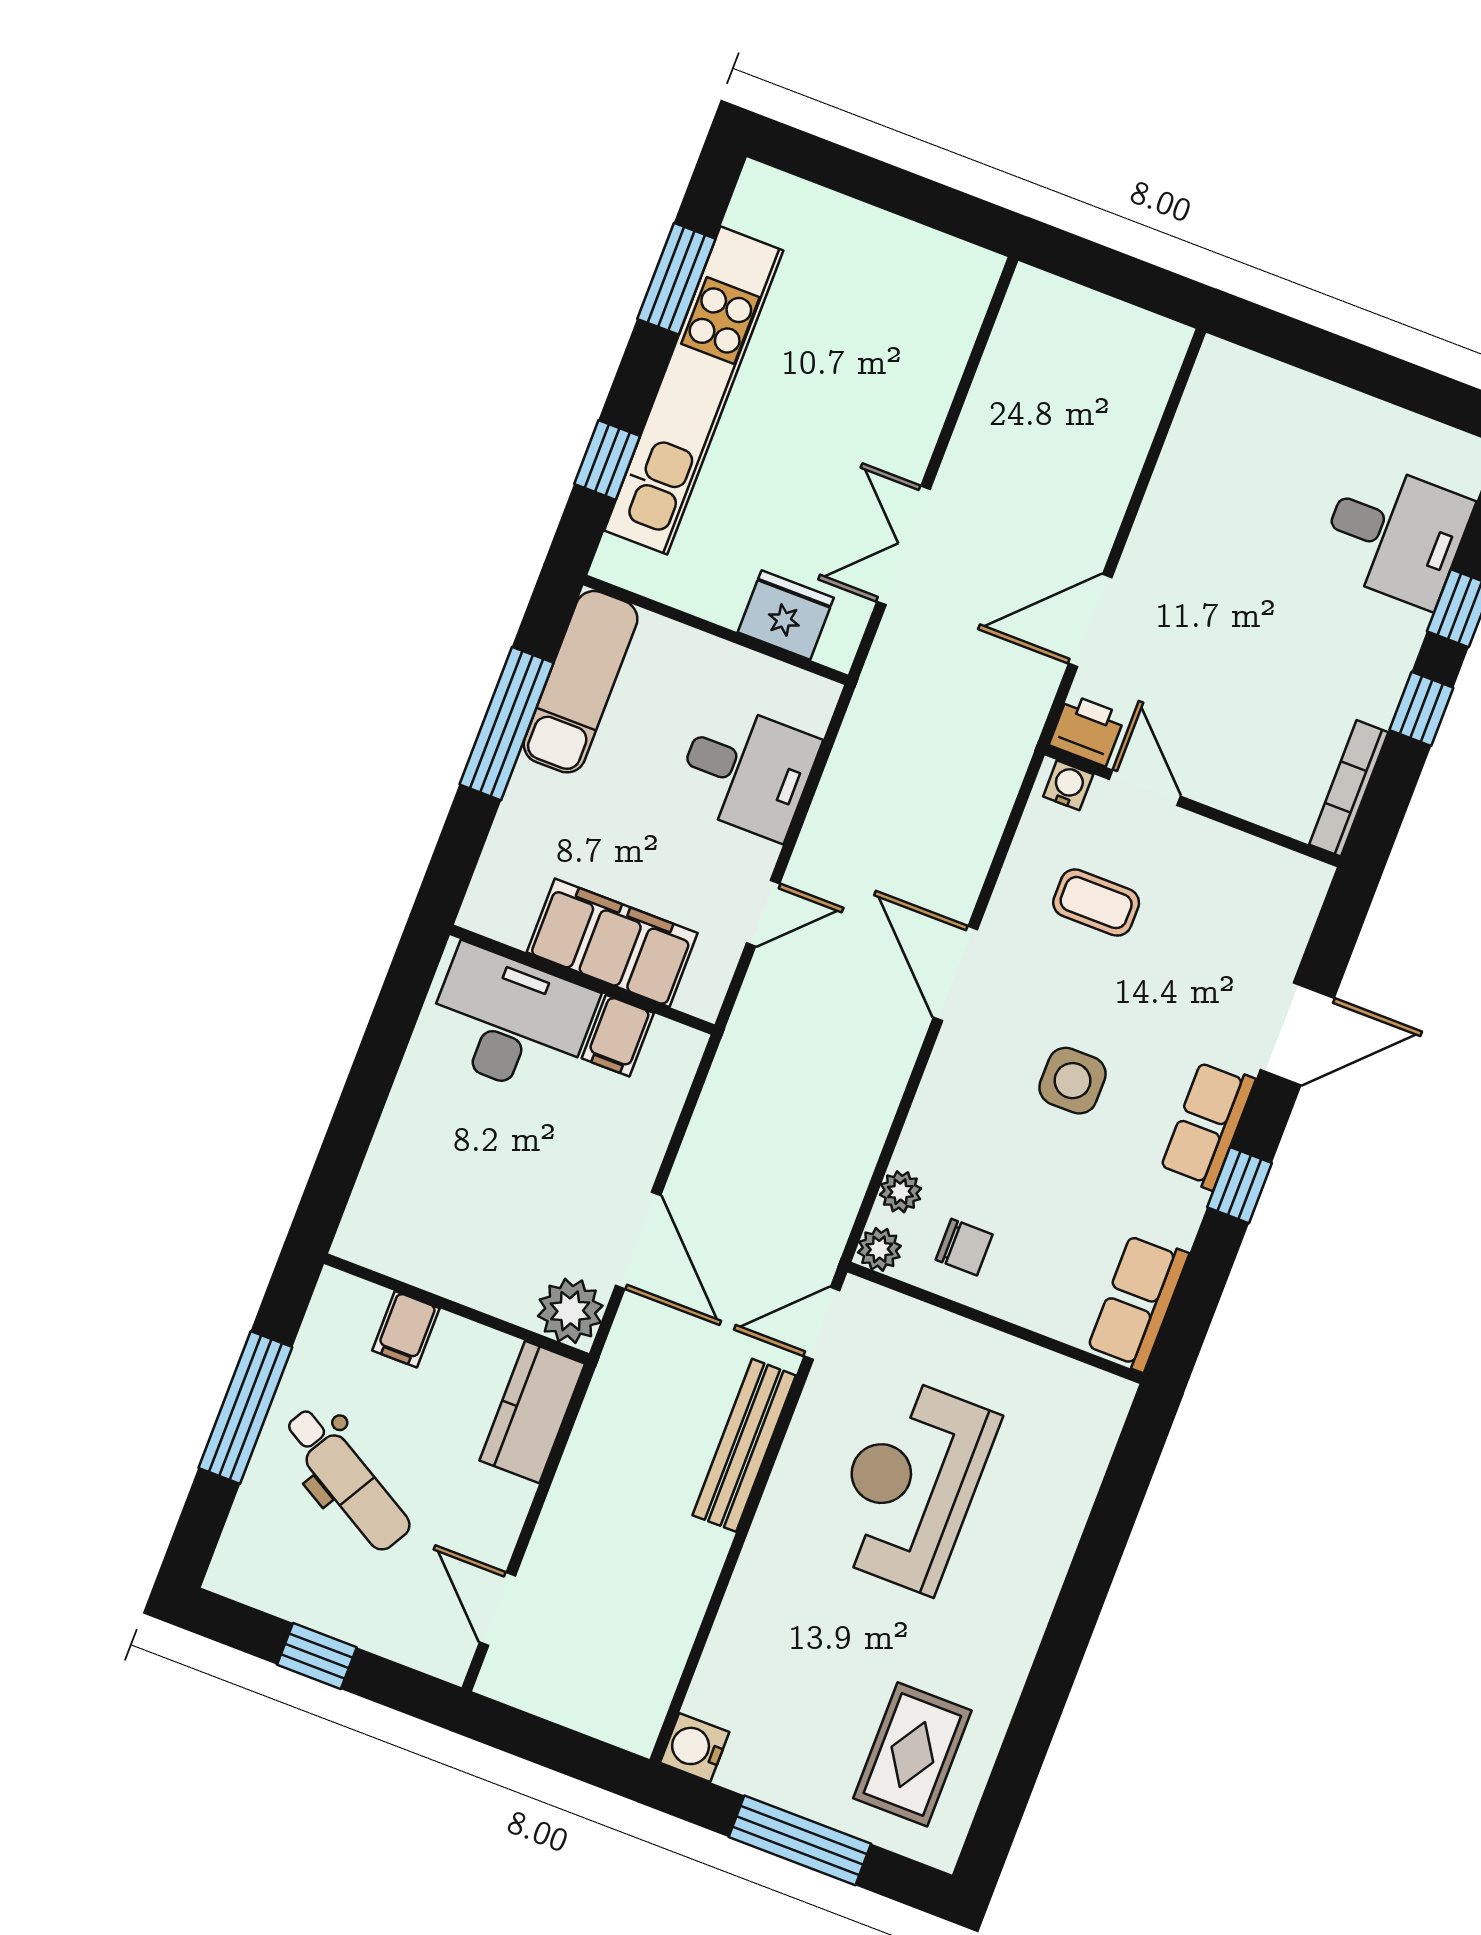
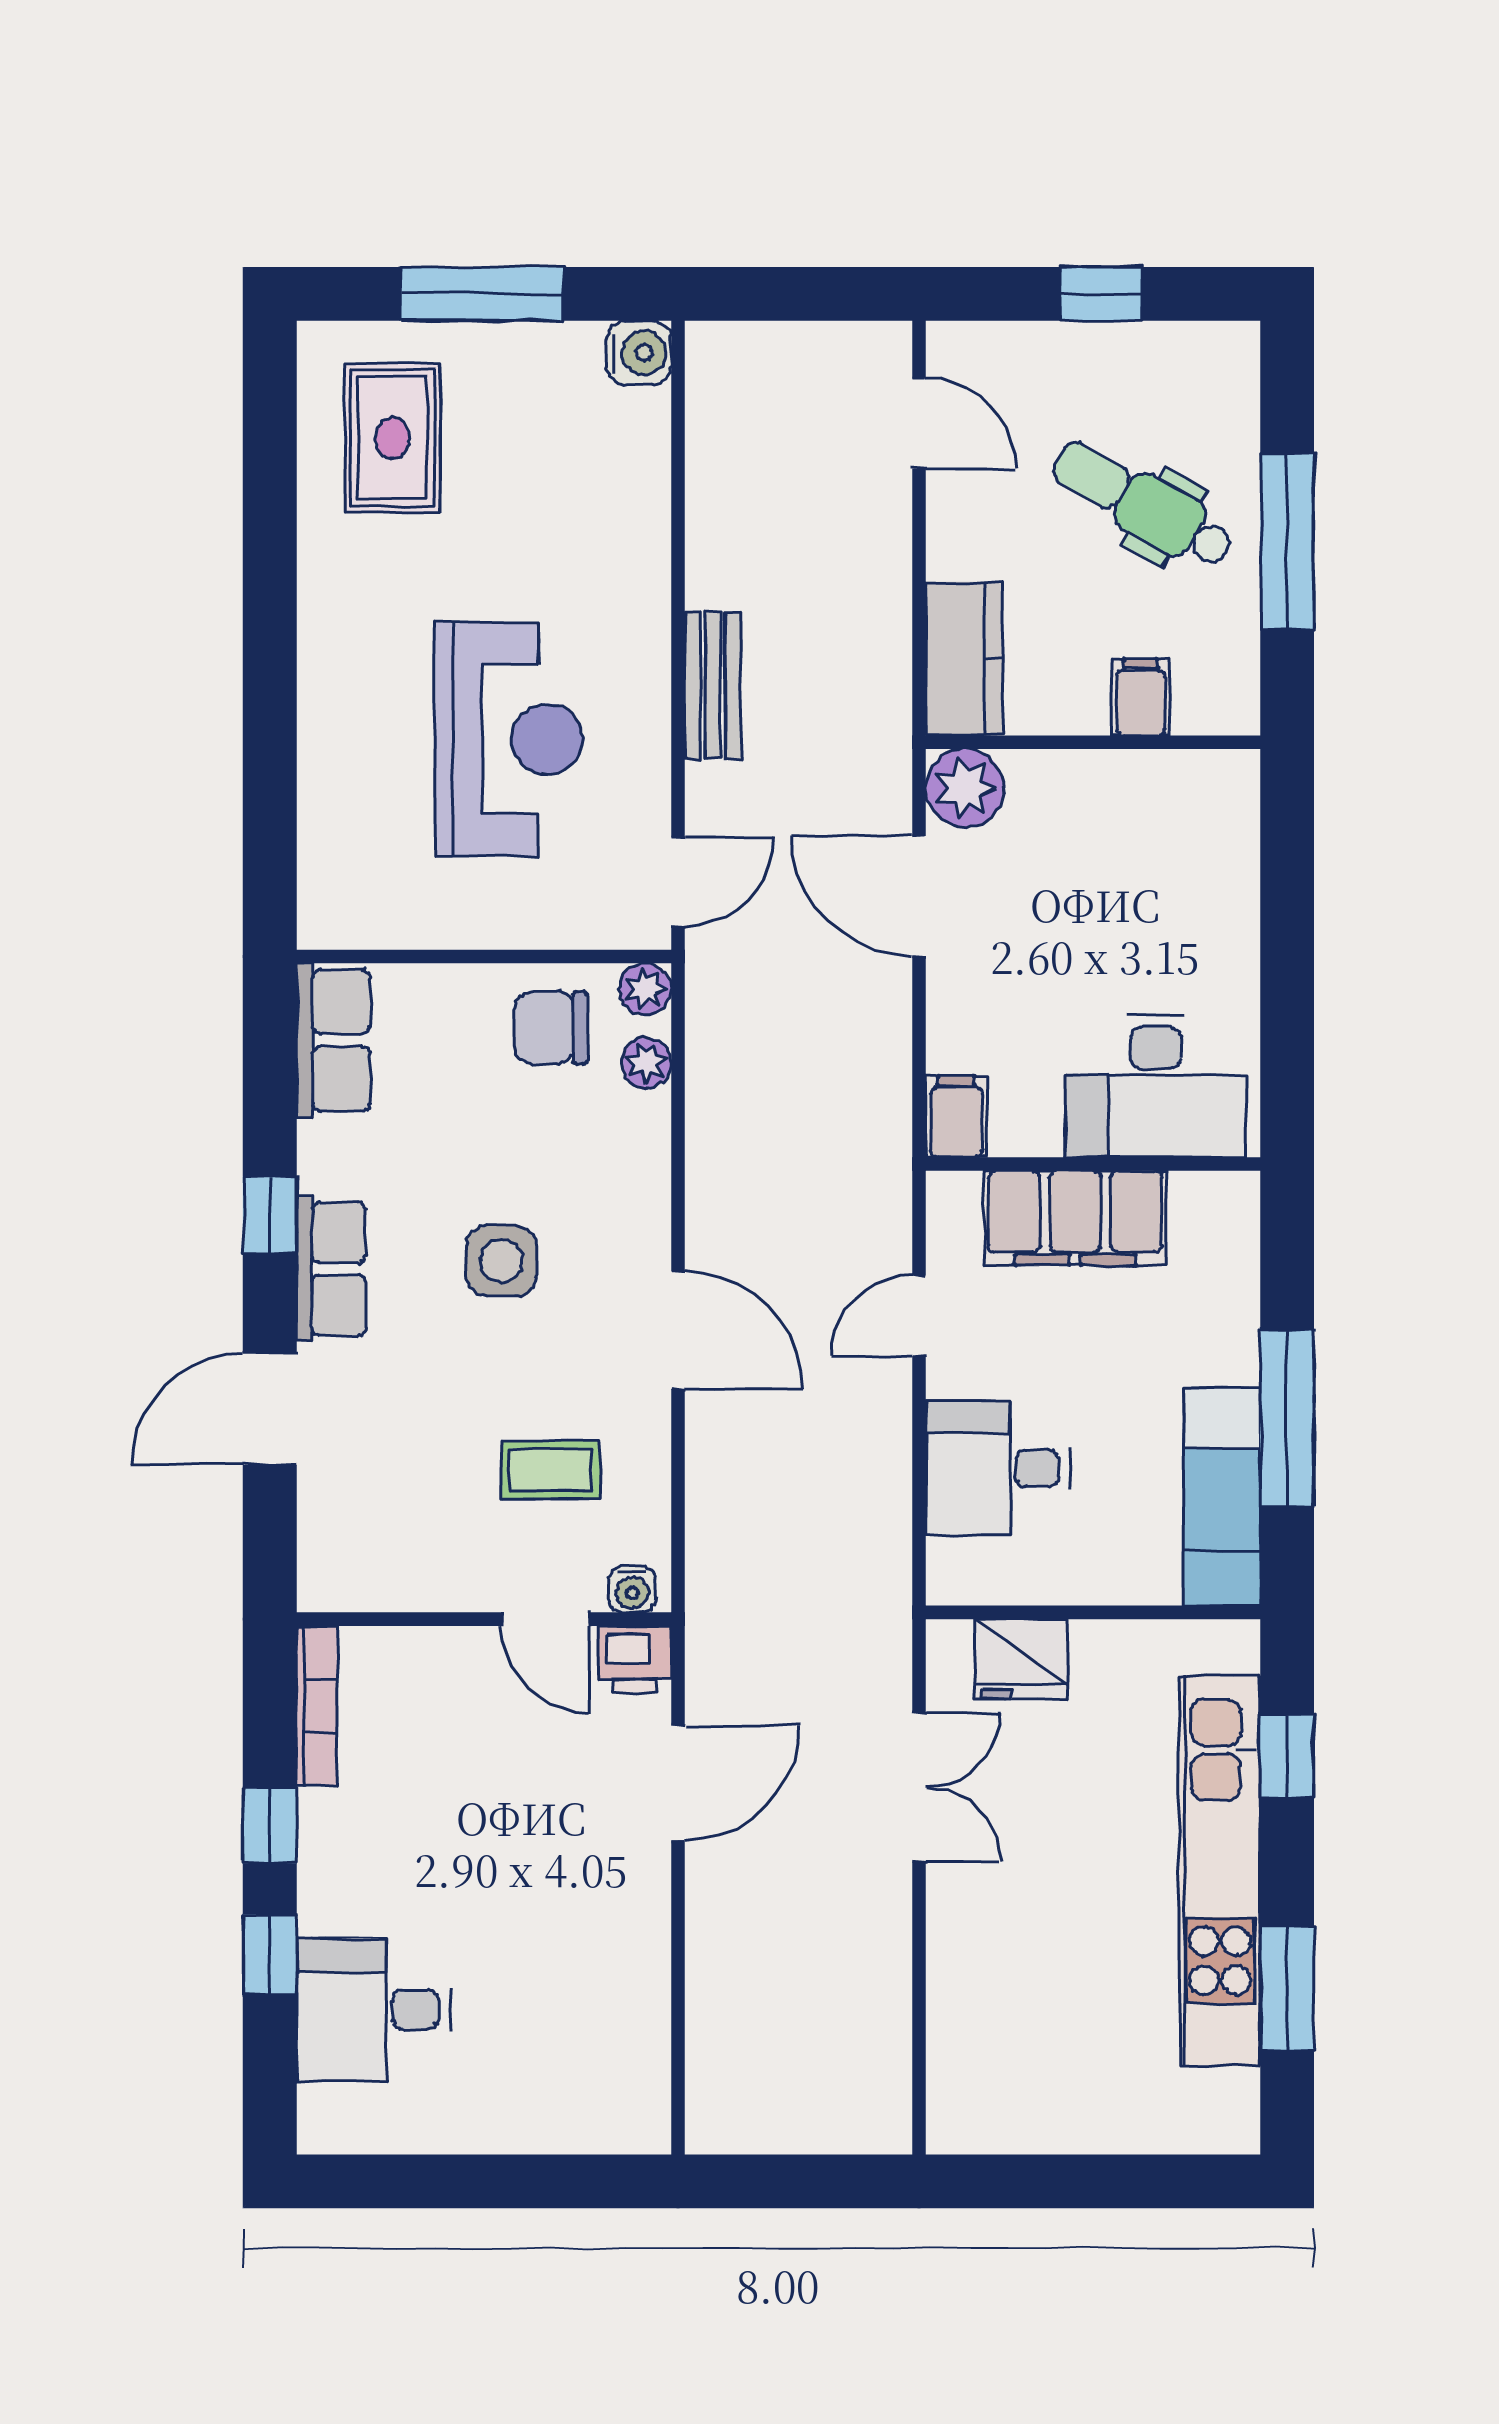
filing cabinet: (618, 1036) -> (956, 1116), moved
chair: (964, 1247) -> (551, 1028), width x1.37, depth x1.37
bench: (744, 1445) -> (713, 685), width x0.73

